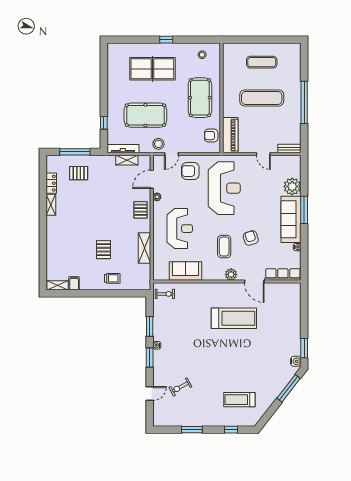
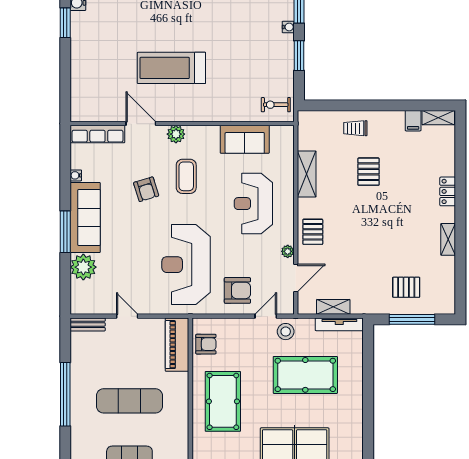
window: (104, 123) -> (368, 363), removed
locker: (51, 183) -> (448, 191), moved

